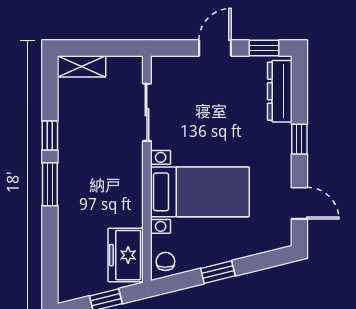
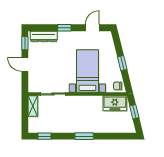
shelving: (82, 66) -> (33, 106), moved
window: (50, 135) -> (44, 136), moved

